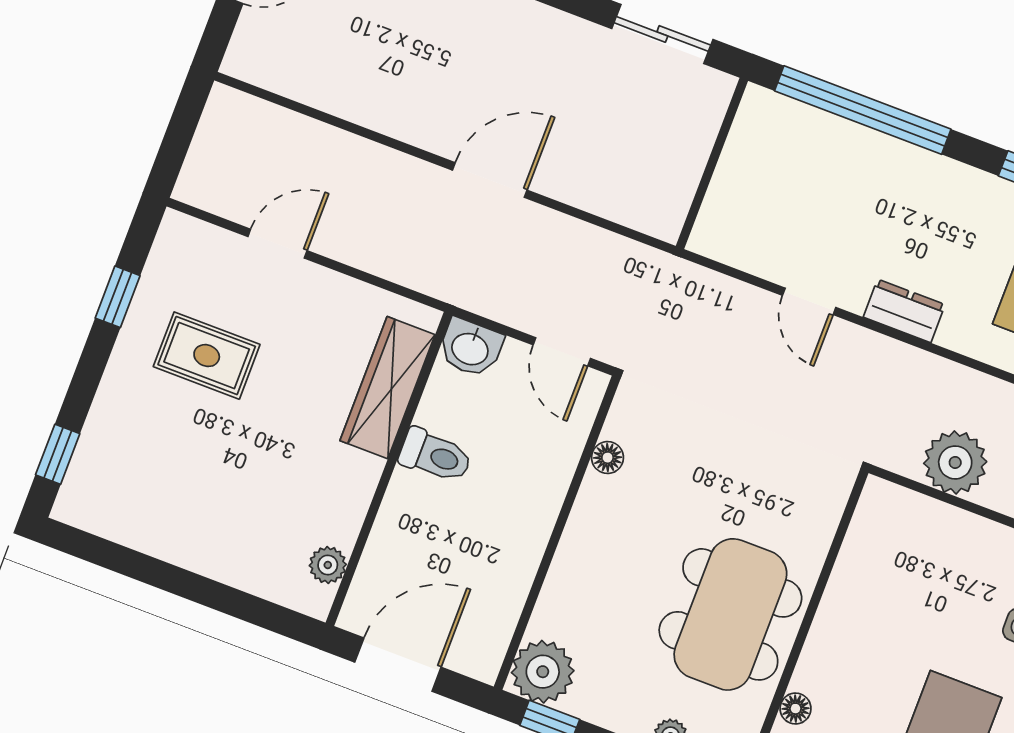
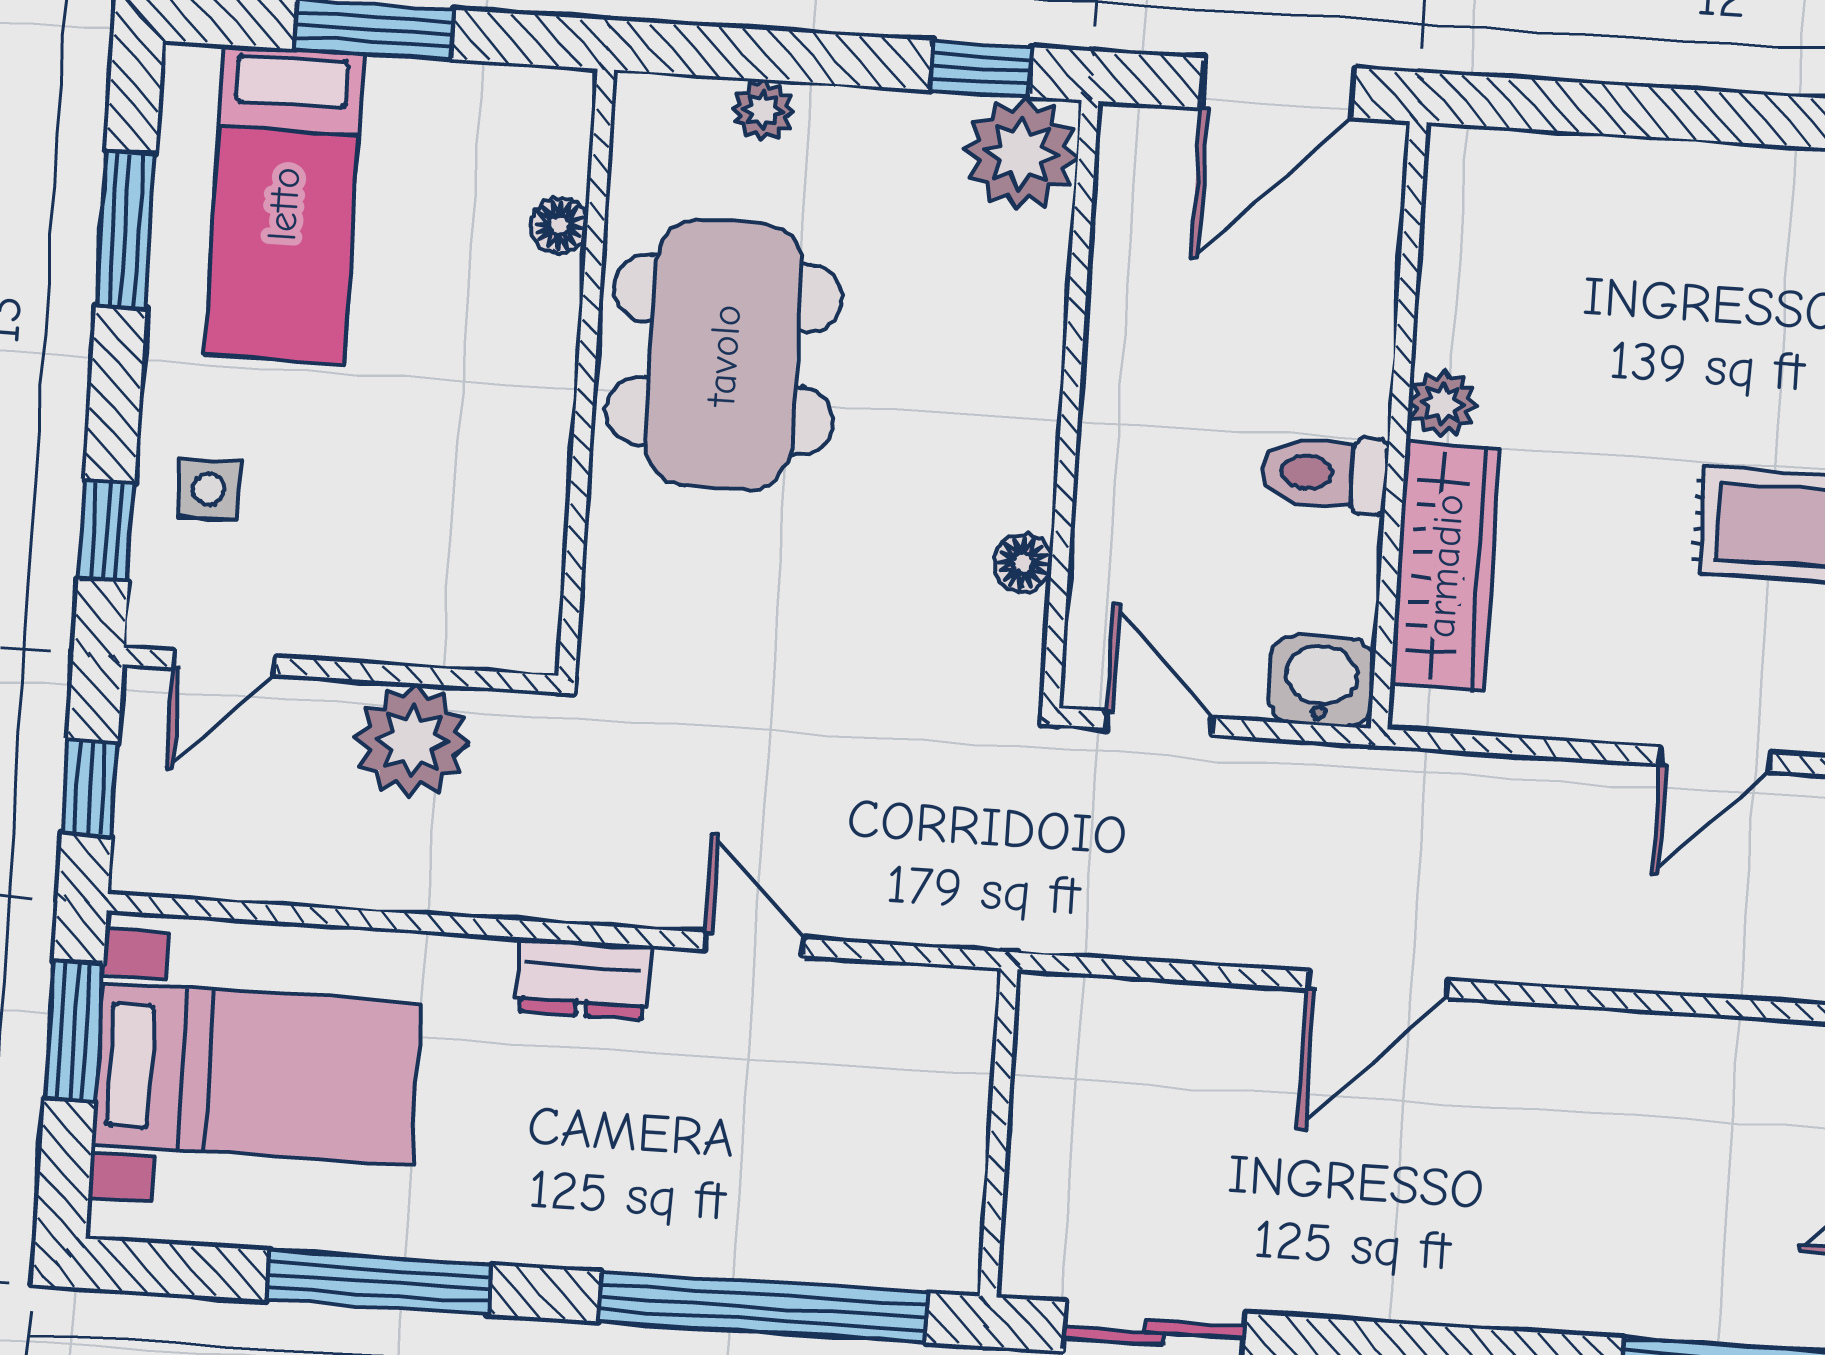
plant: (328, 565) -> (1442, 404), moved

